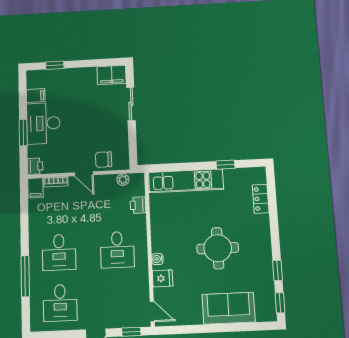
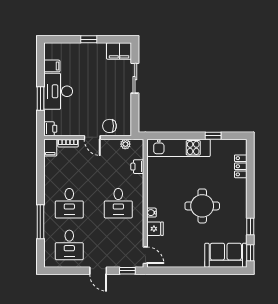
window: (55, 65) -> (89, 39), moved
sofa: (229, 308) -> (226, 255), moved

